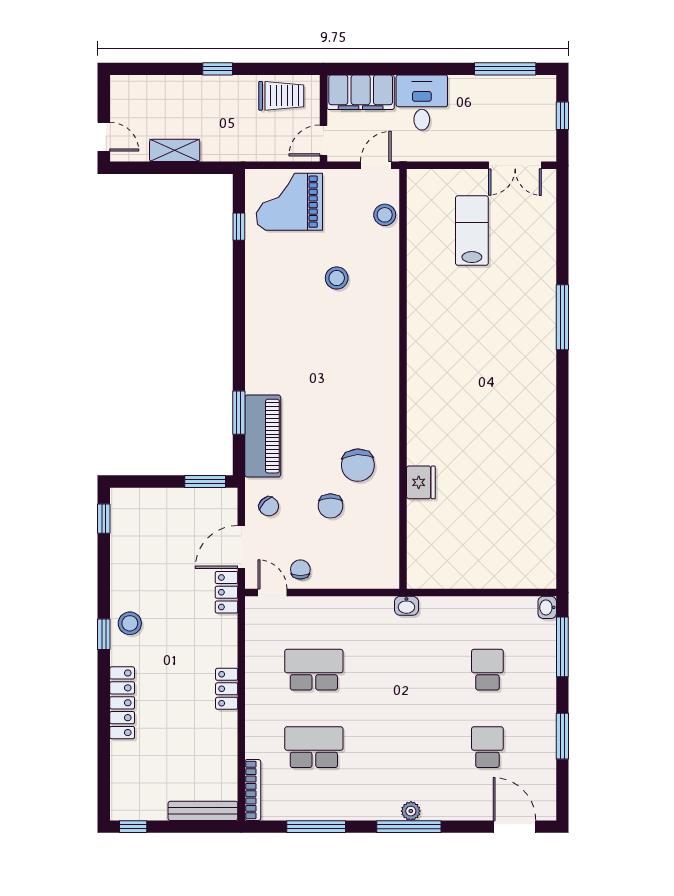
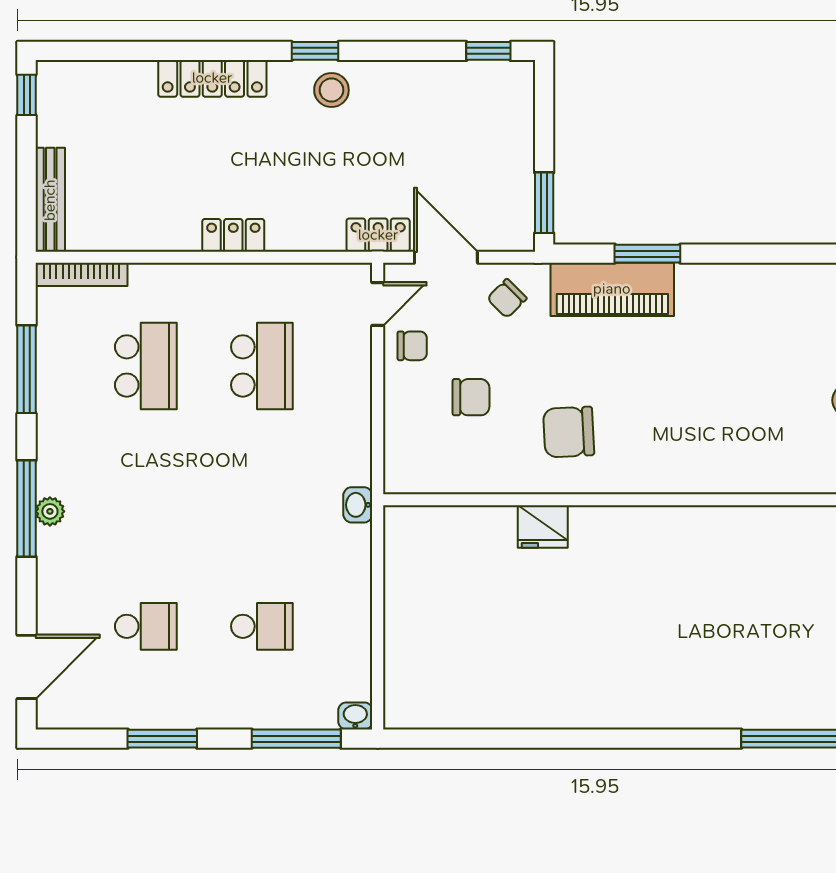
chair: (331, 506) -> (471, 397), moved, turned 180

